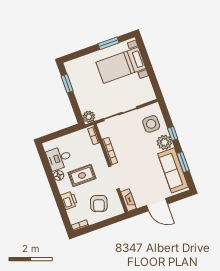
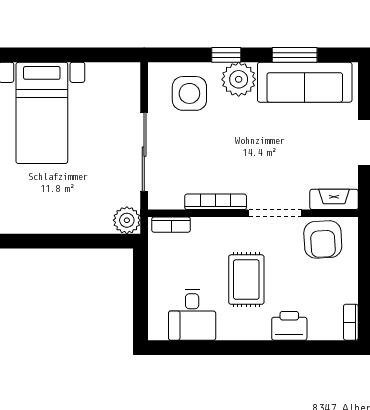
window: (67, 84) -> (40, 241), removed
floor lamp: (59, 176) -> (229, 329), removed
armchair: (99, 204) -> (323, 239), moved, turned 69

